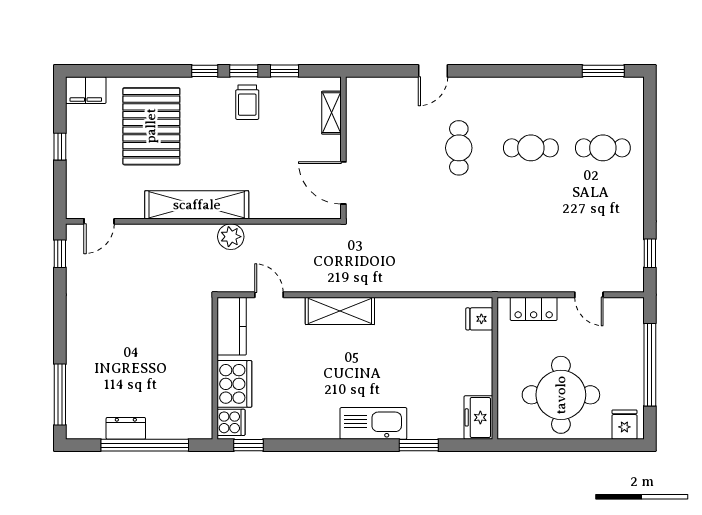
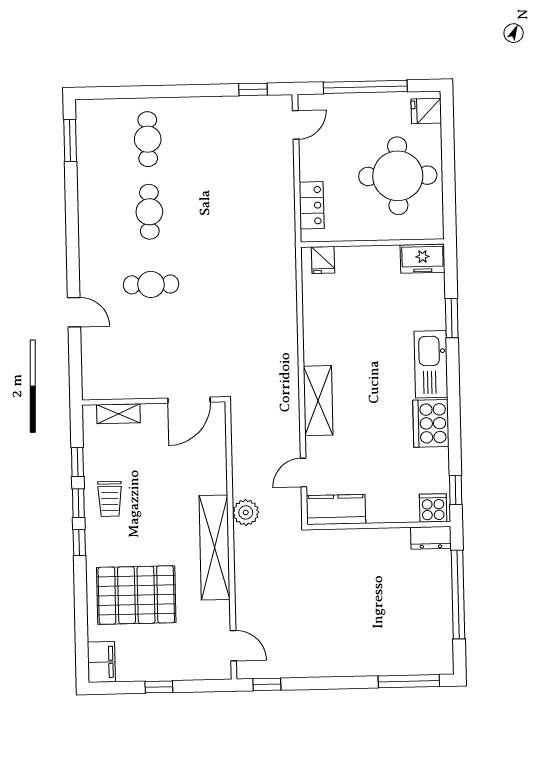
trolley: (247, 102) -> (110, 499), turned 90
door: (589, 295) -> (296, 125), moved
cooker: (234, 384) -> (431, 423), moved, turned -90
dresser: (126, 428) -> (431, 538), moved, turned -90

